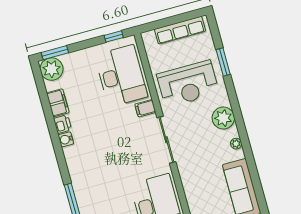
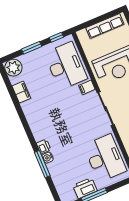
window: (55, 53) -> (32, 48), moved
printer: (63, 124) -> (44, 147), moved
water cooler: (66, 139) -> (48, 158), moved

